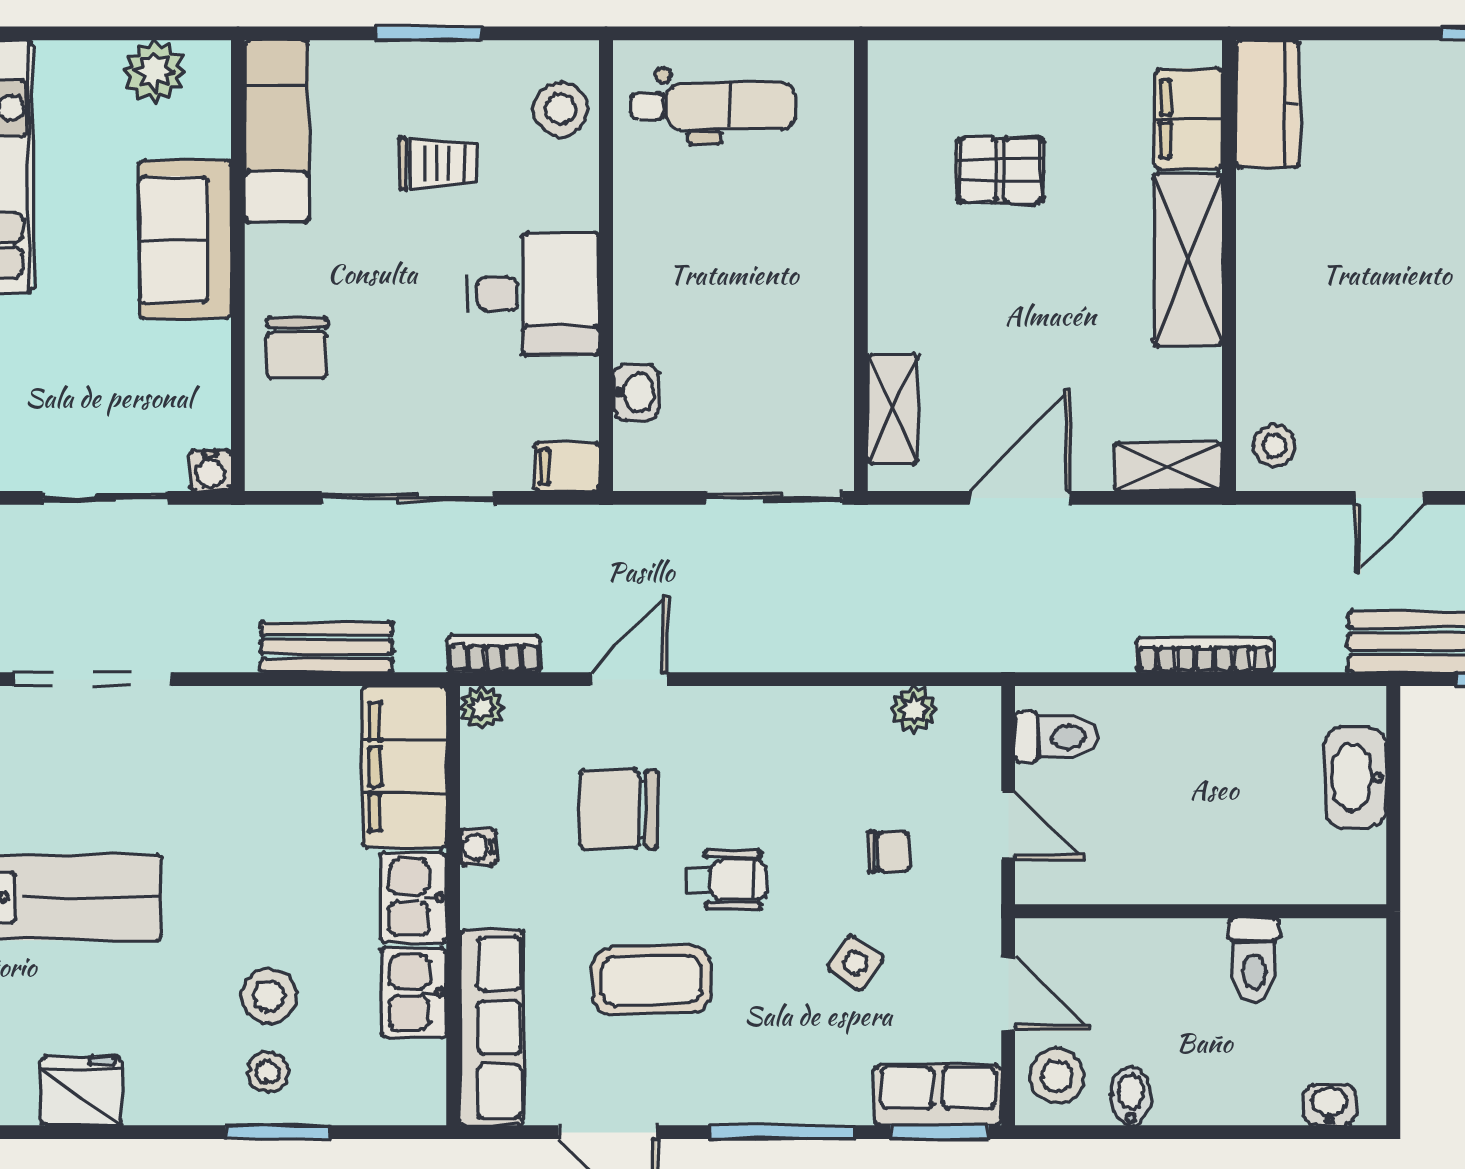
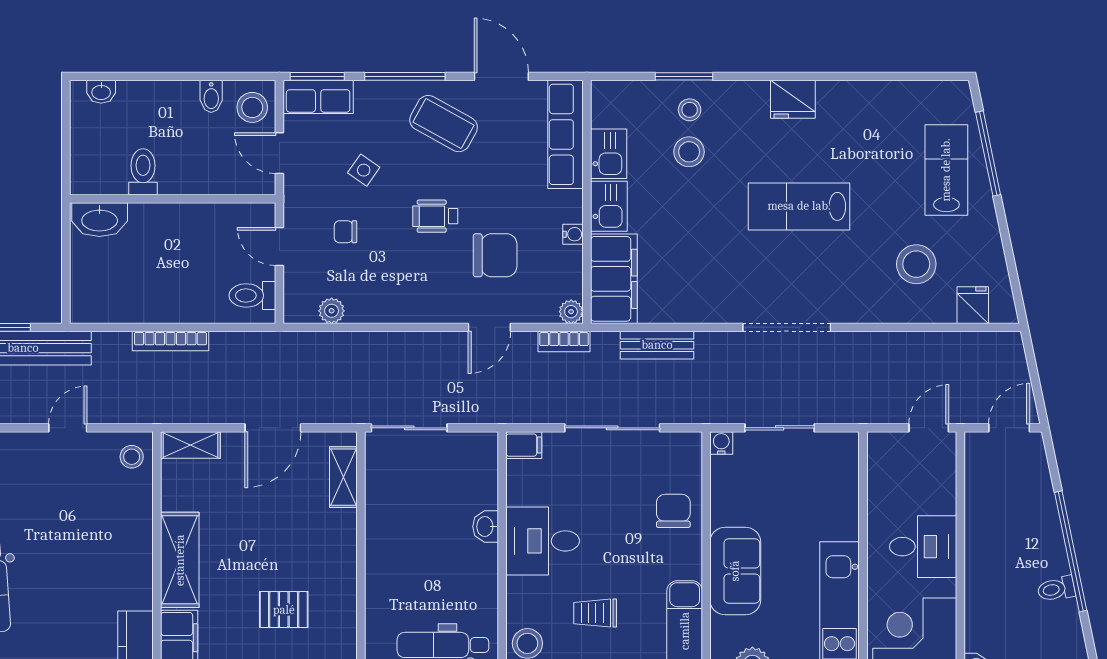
washbasin: (636, 392) -> (486, 527), moved
washbasin: (1356, 777) -> (100, 220), moved, turned 90
coffee table: (651, 980) -> (444, 124), moved, turned 31

